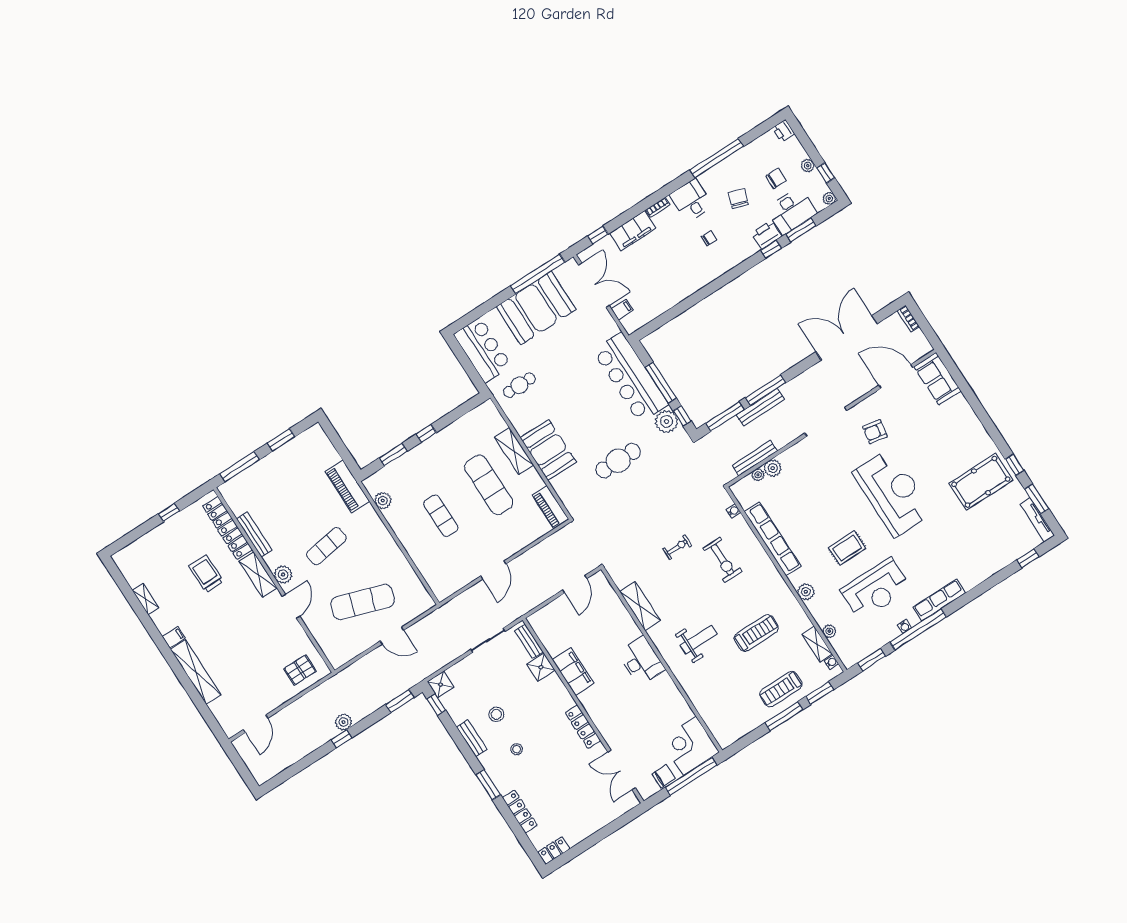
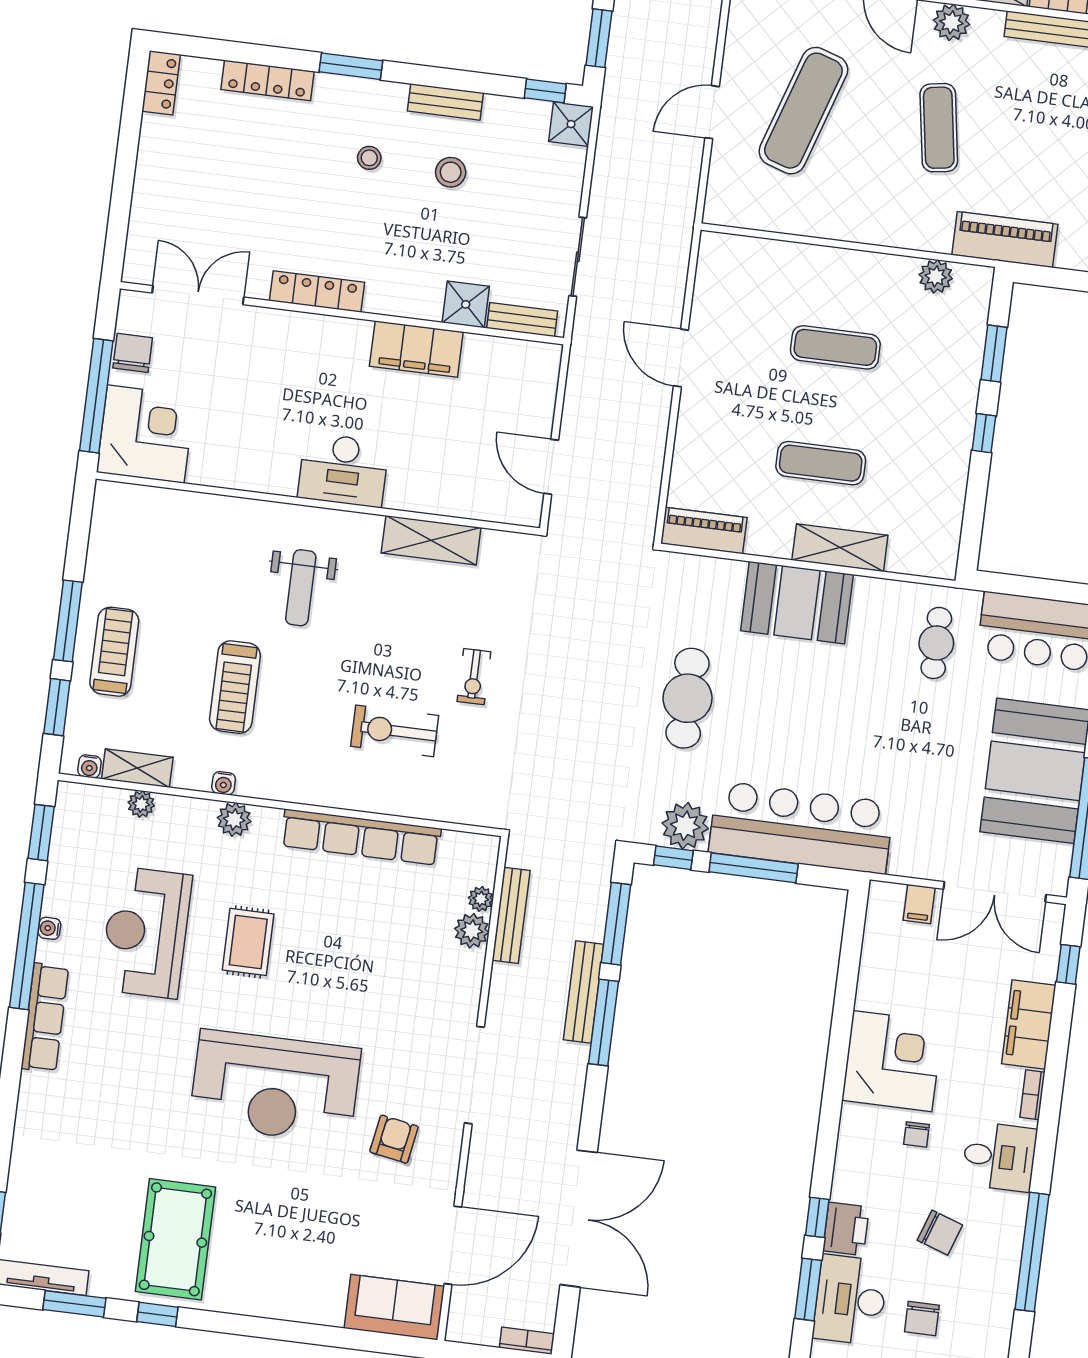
corner desk: (689, 270) -> (892, 1061), added
exercise mat: (489, 485) -> (821, 463), width x0.73, depth x0.69
water cooler: (734, 511) -> (224, 783), moved
chair: (664, 776) -> (133, 353), turned 180

